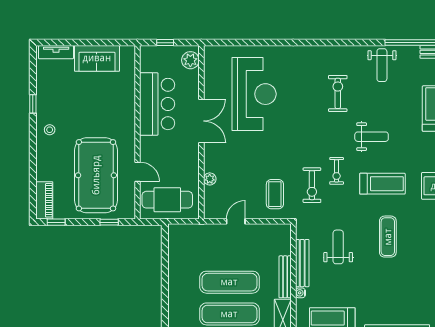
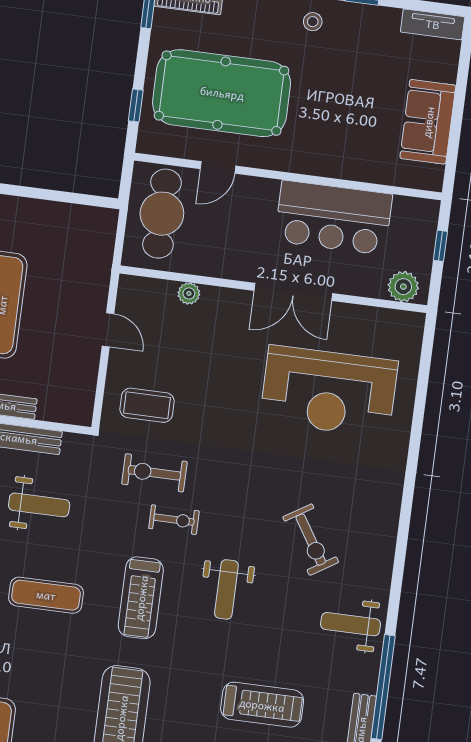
tv unit: (56, 52) -> (433, 24), moved, turned -90
exercise bike: (338, 93) -> (311, 540), turned 58
exercise bike: (337, 171) -> (174, 520), turned 180

